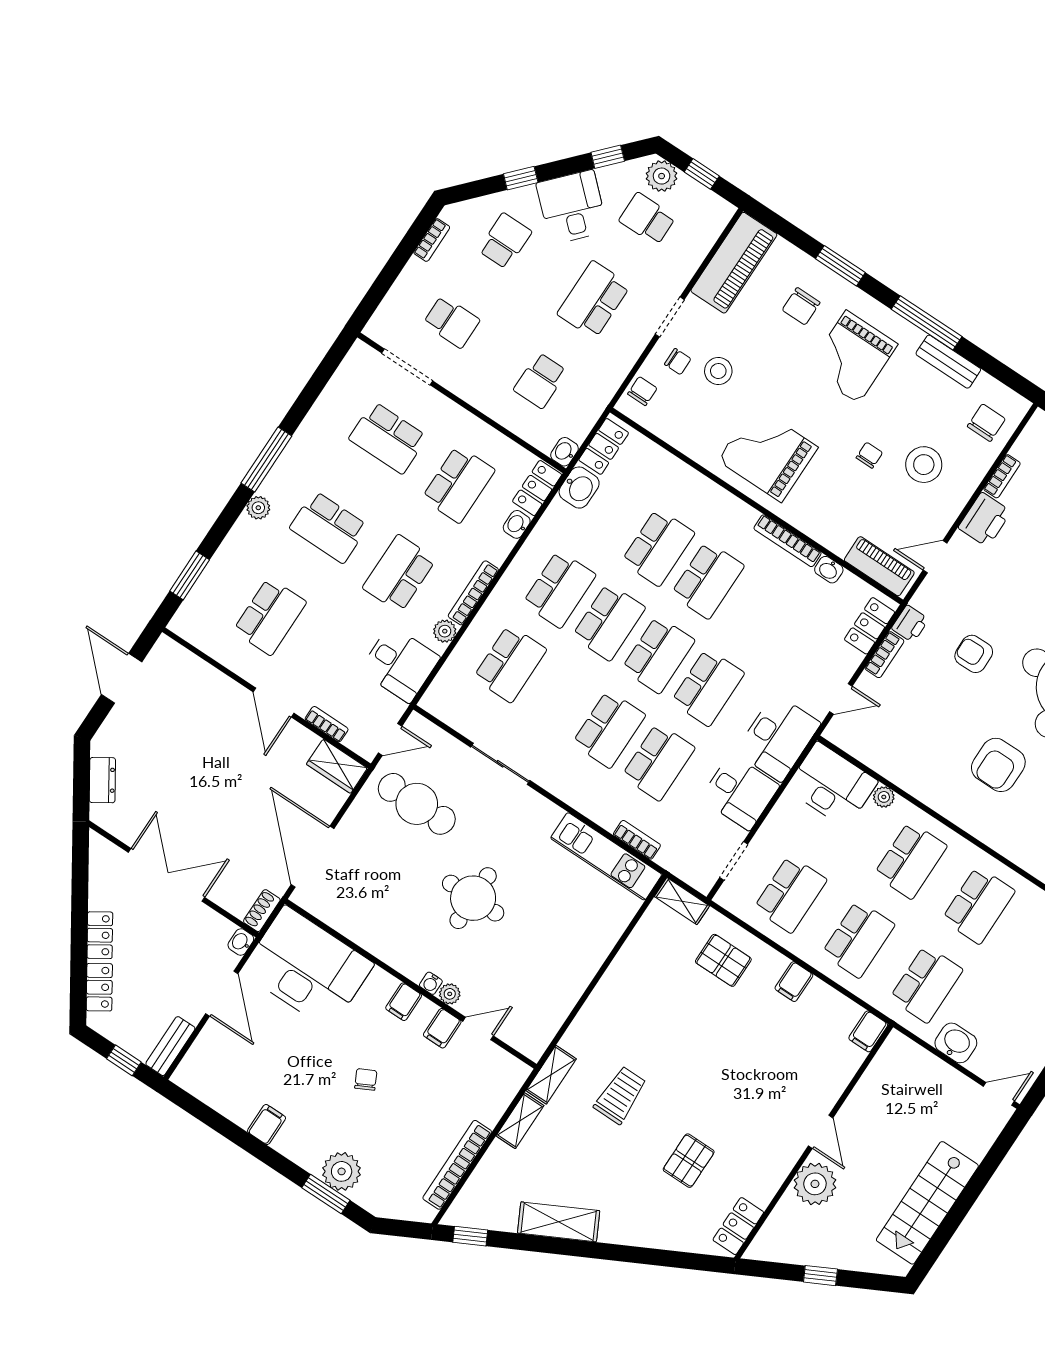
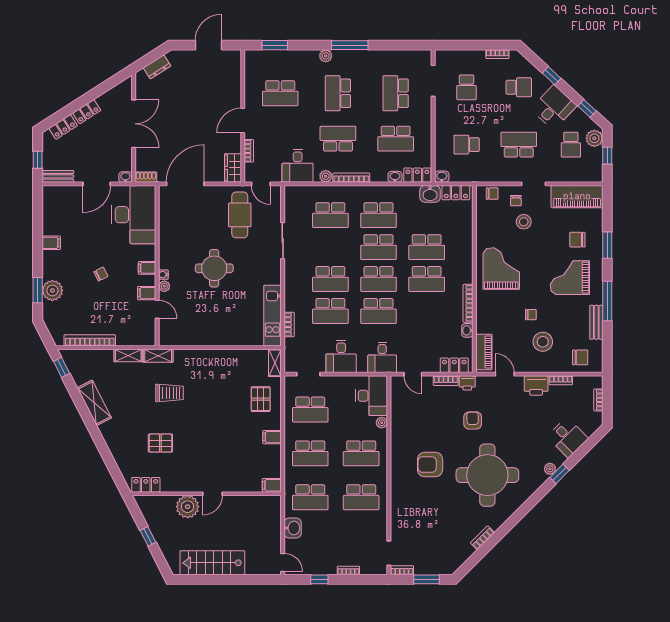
school desk: (647, 219) -> (571, 145), turned 180
desk: (778, 737) -> (382, 357), width x0.73

